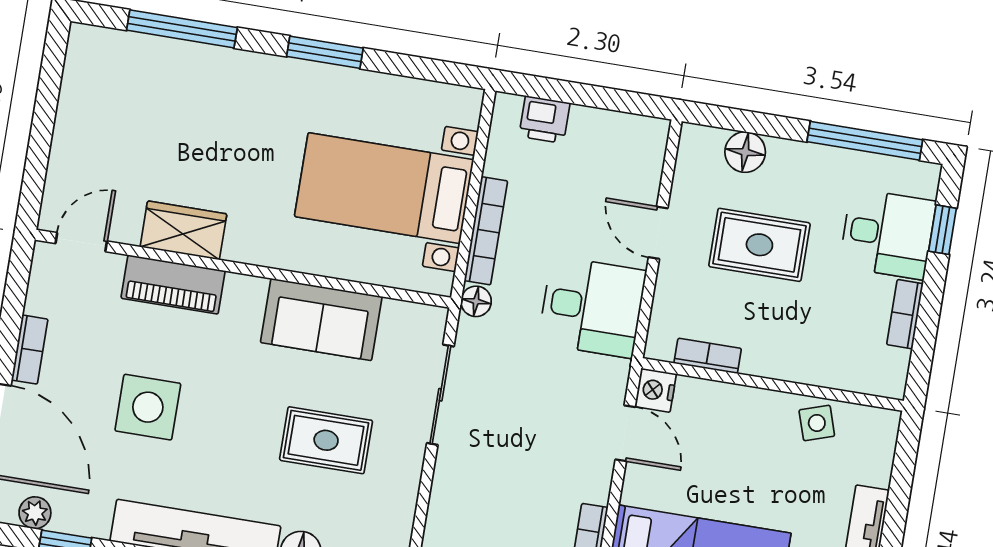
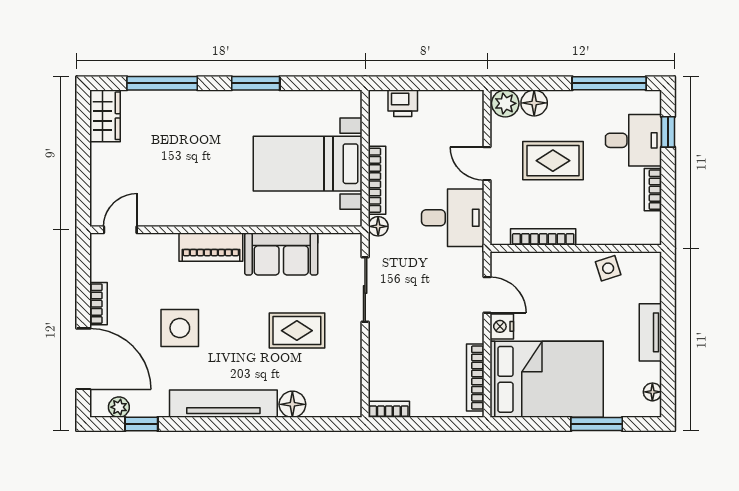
plant: (701, 146) -> (505, 103), added
wardrobe: (183, 230) -> (105, 116), moved, turned 90
piano: (173, 285) -> (211, 247), moved
bookcase: (708, 356) -> (543, 237), width x1.56
nightstand: (656, 390) -> (502, 326), moved

